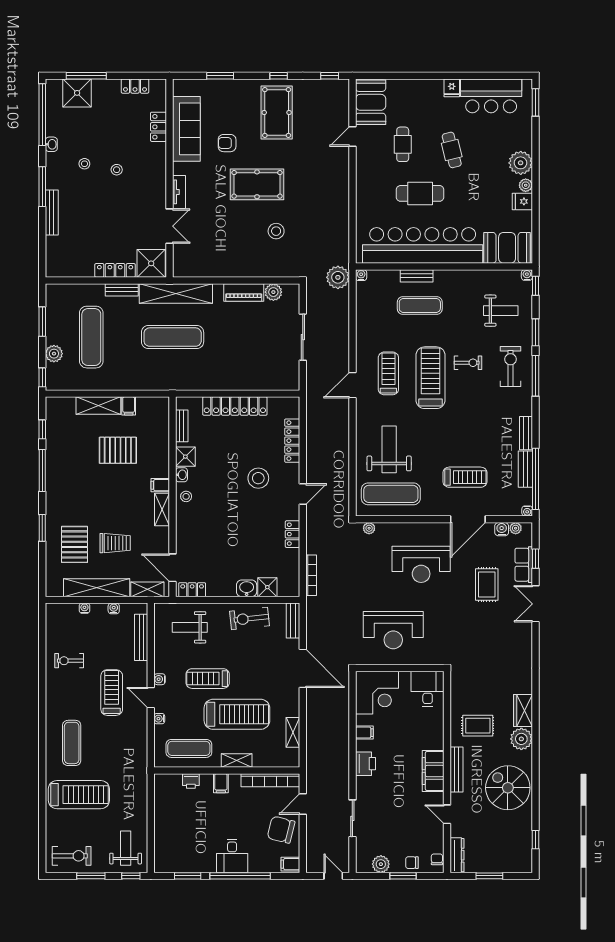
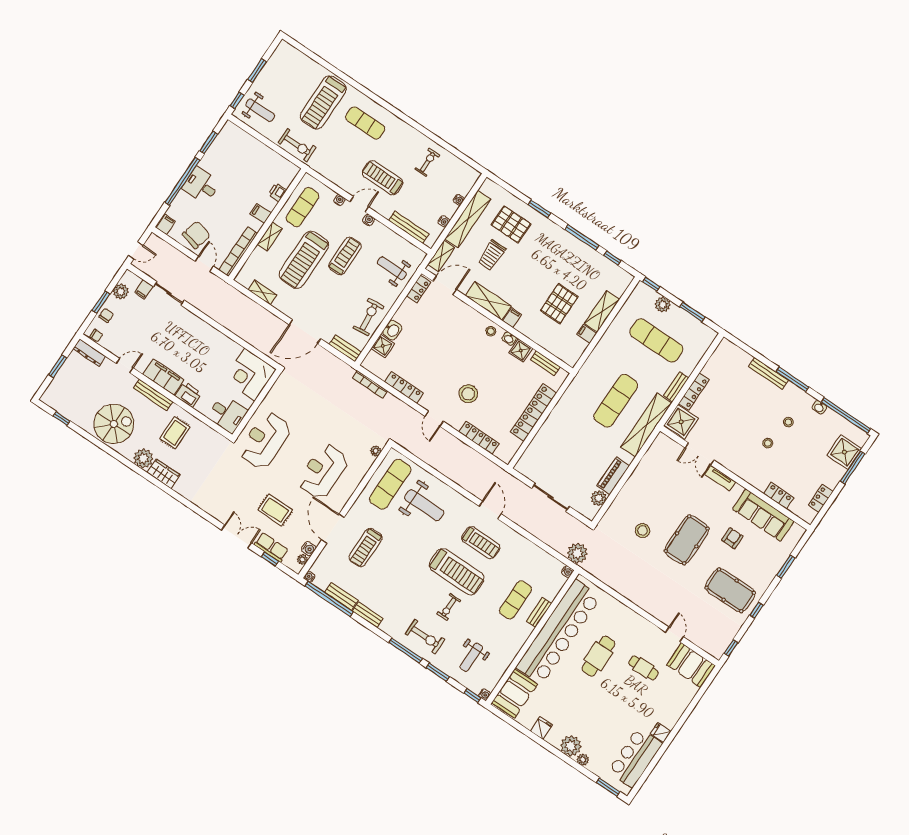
cafe table: (452, 150) -> (615, 701), removed
plant: (526, 185) -> (583, 760), moved
shelving: (162, 510) -> (488, 301), width x1.50, depth x1.33
locker: (293, 534) -> (404, 387), width x1.53
weight bench: (190, 627) -> (392, 268), turned -90
reception desk: (393, 630) -> (265, 440), moved
treadmill: (112, 693) -> (383, 178), turned 180
filing cabinet: (364, 733) -> (144, 289), moved
printer: (365, 764) -> (188, 395), moved, turned 180
exercise bike: (72, 856) -> (297, 145), moved, turned -90

